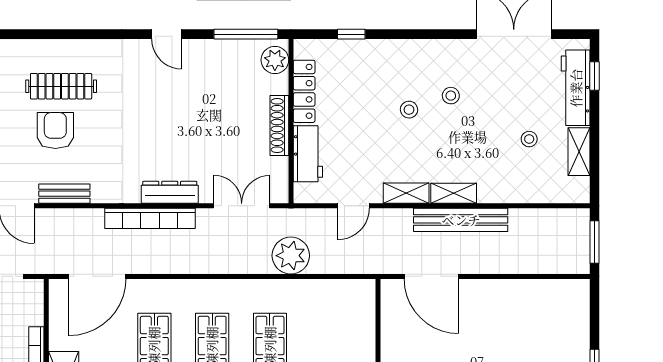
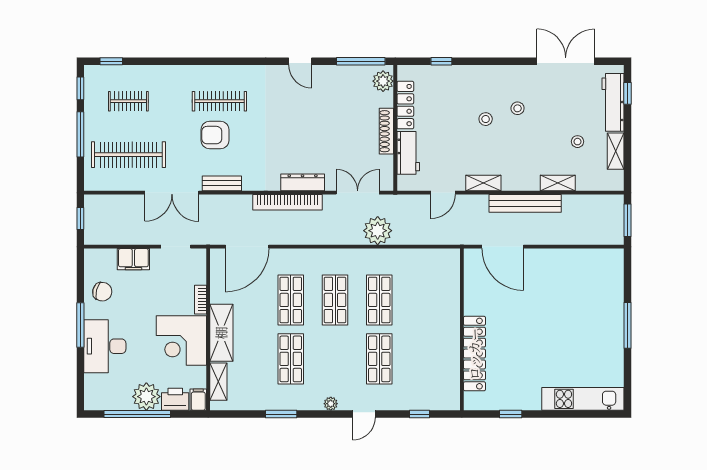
armchair: (55, 131) -> (215, 135), turned -90
shelving: (454, 193) -> (558, 183), moved
plant: (291, 256) -> (378, 231), moved

